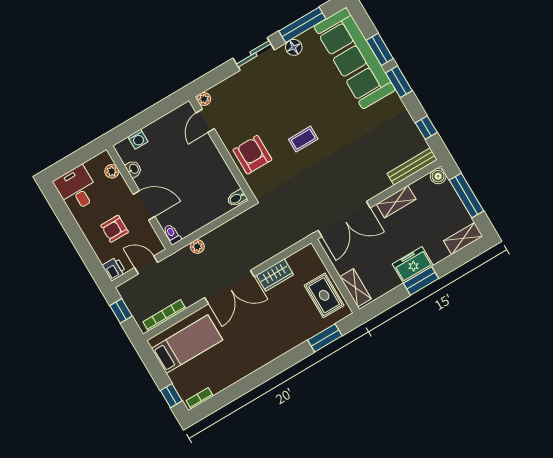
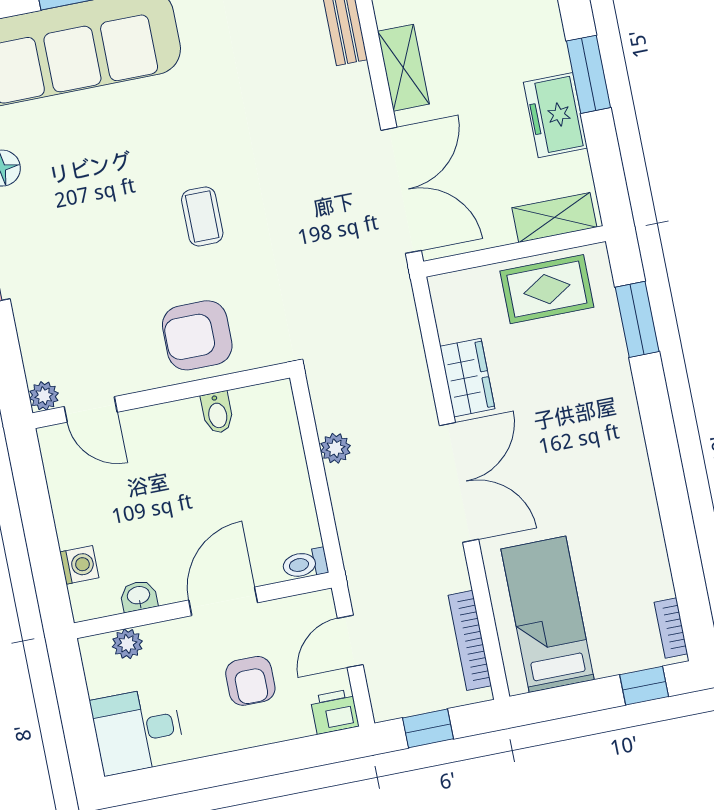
bidet: (237, 198) -> (217, 413), moved
plant: (197, 247) -> (335, 448), moved
freezer: (413, 265) -> (556, 115), moved

